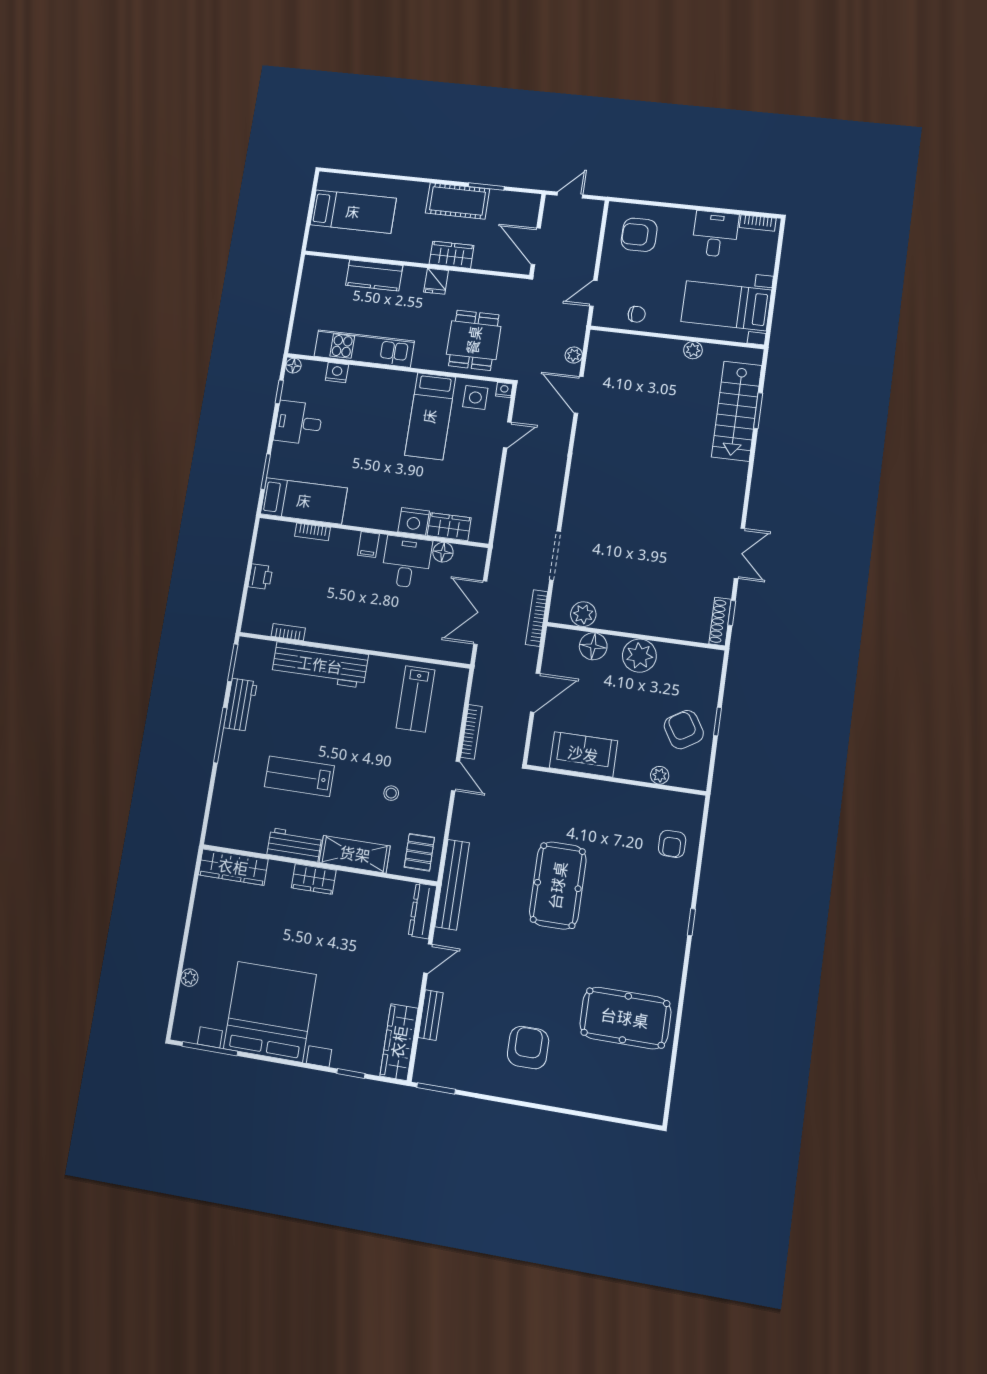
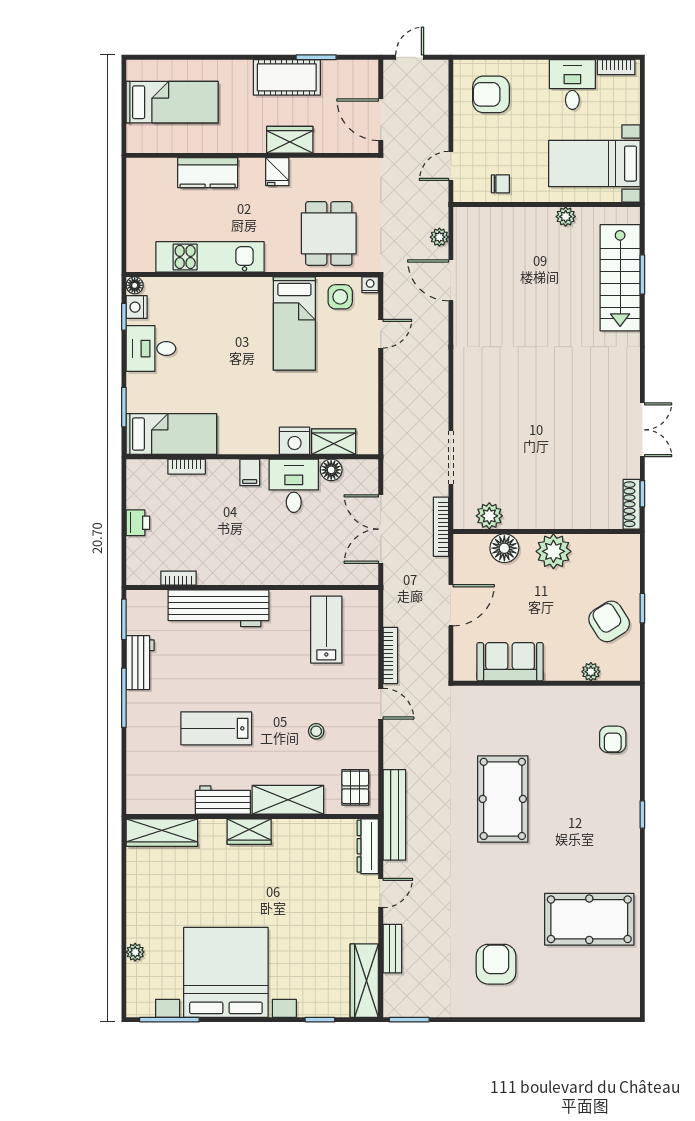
nightstand: (337, 373) -> (137, 307), moved, turned -90
lab bench: (416, 699) -> (326, 630), turned 180

